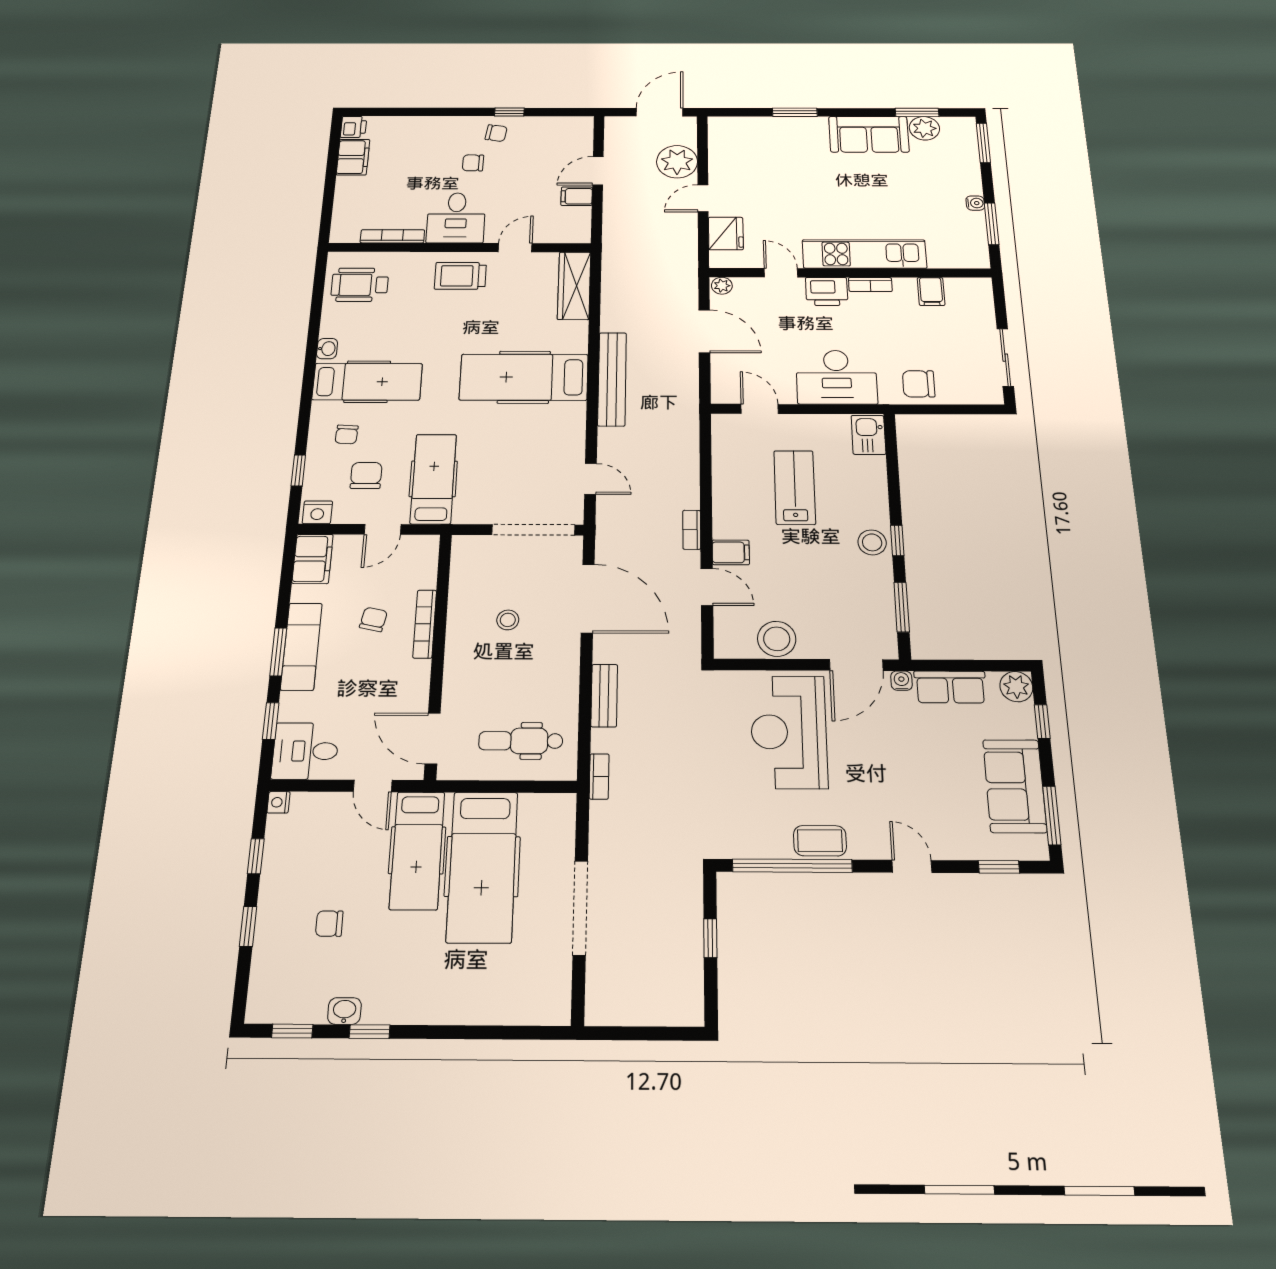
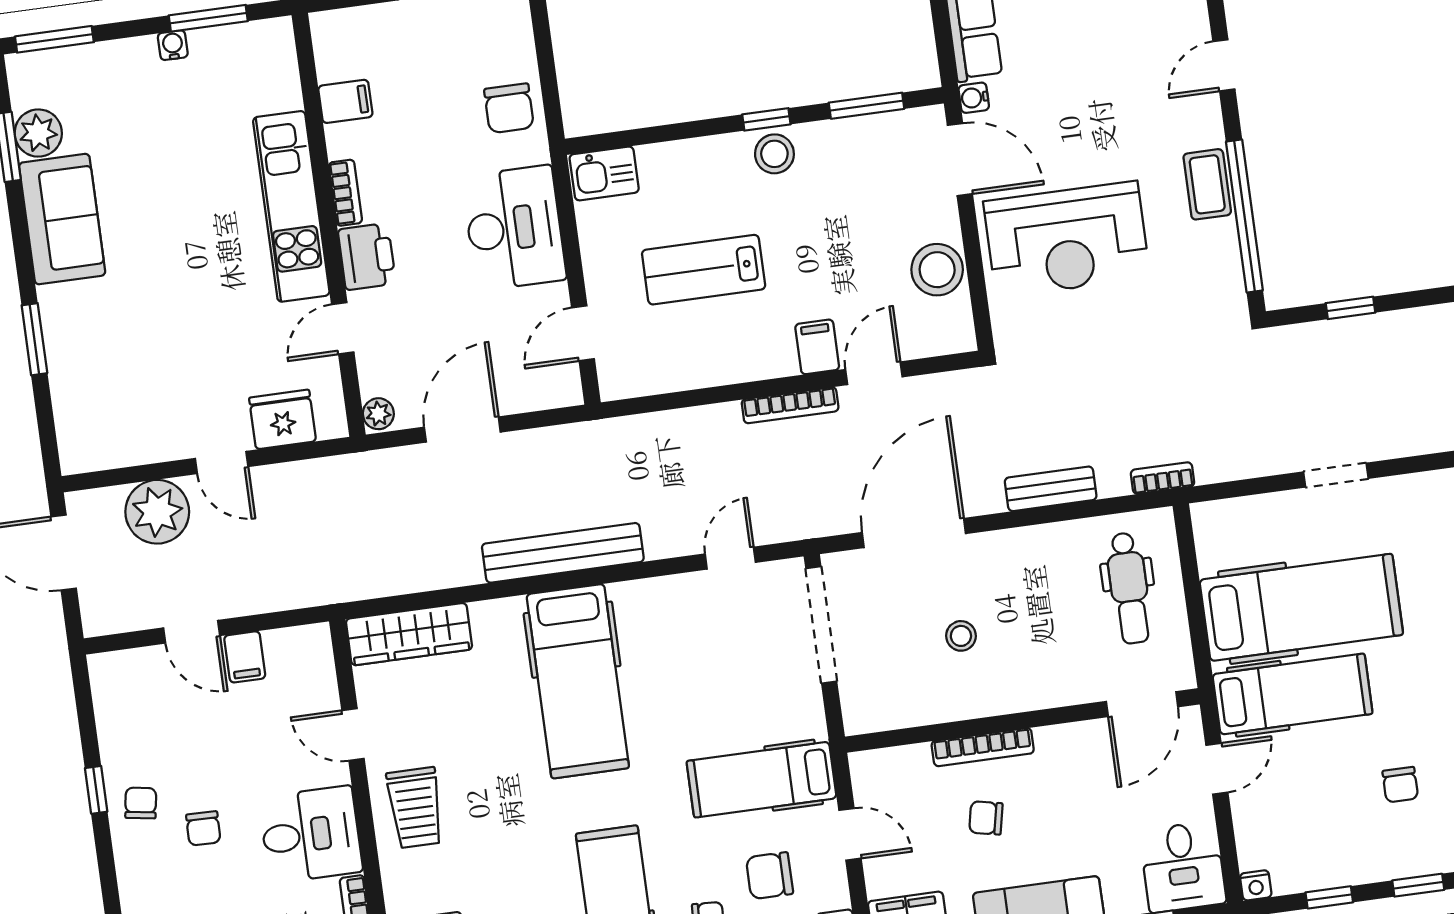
bookcase: (692, 530) -> (790, 405), width x1.56
doorway: (580, 908) -> (1336, 475), width x0.53

